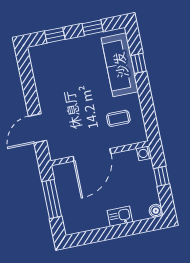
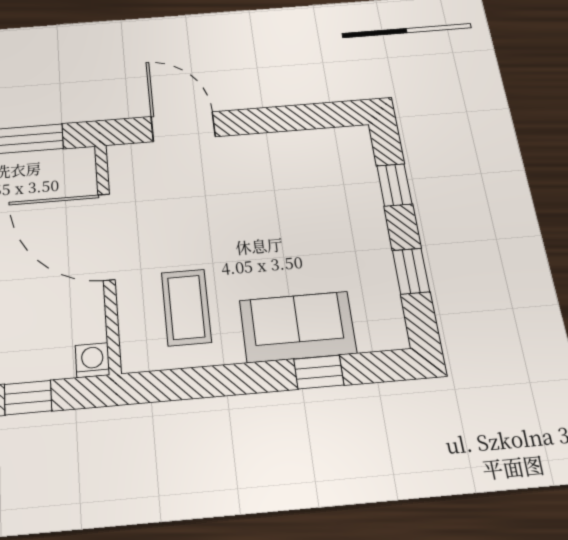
sofa: (120, 65) -> (298, 327), width x0.73
coffee table: (118, 118) -> (186, 307), width x1.36, depth x1.30

